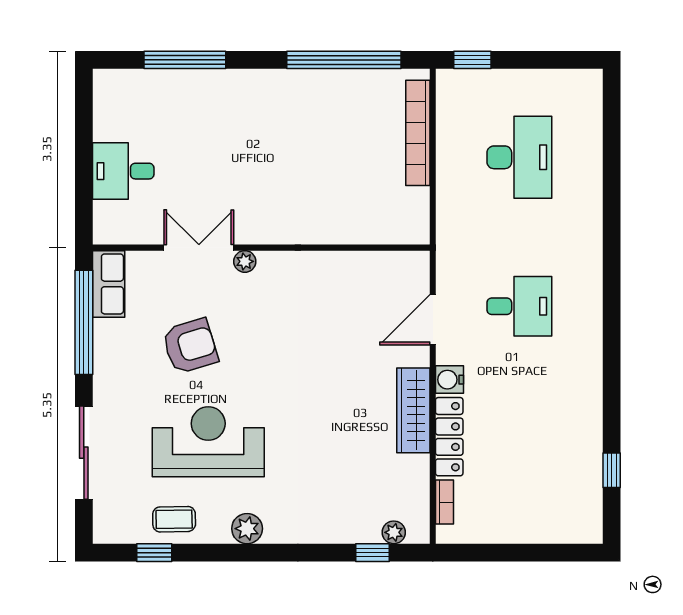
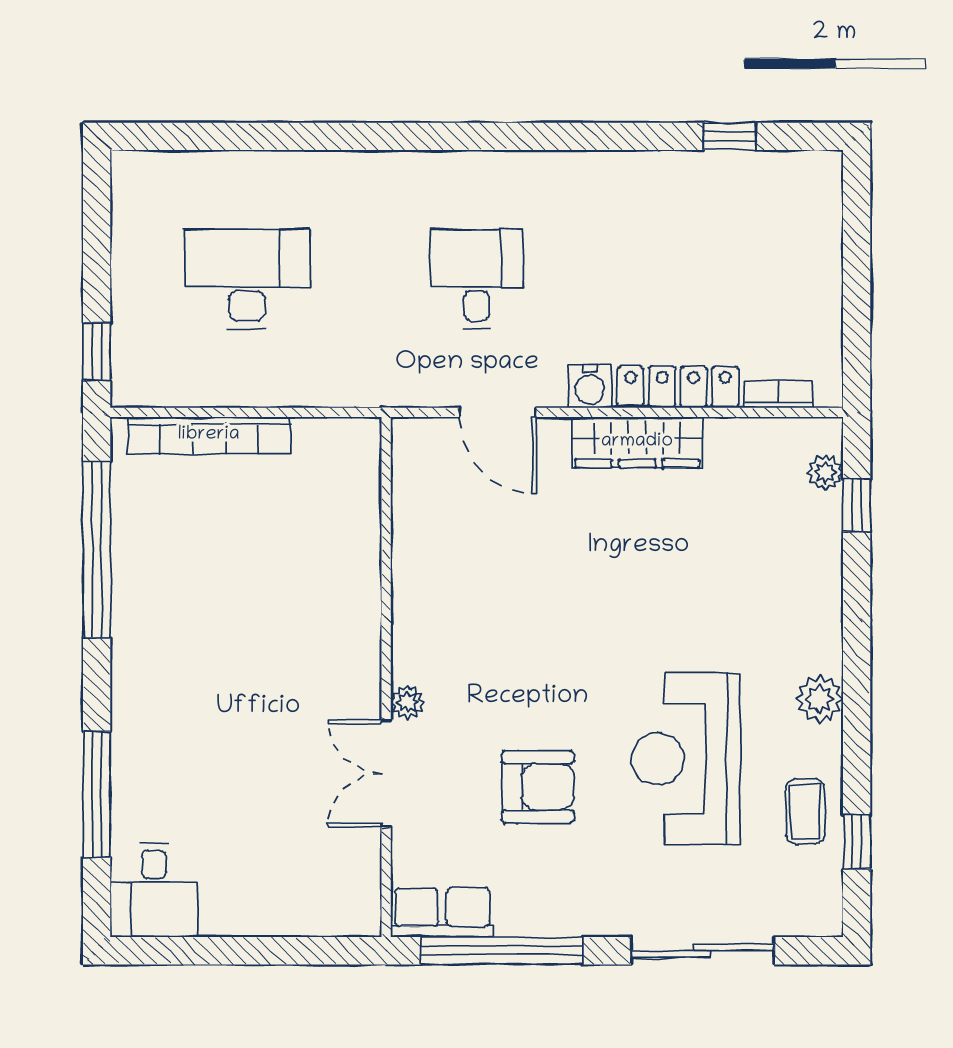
desk: (123, 171) -> (154, 890), moved
armchair: (190, 346) -> (538, 787), turned 107

